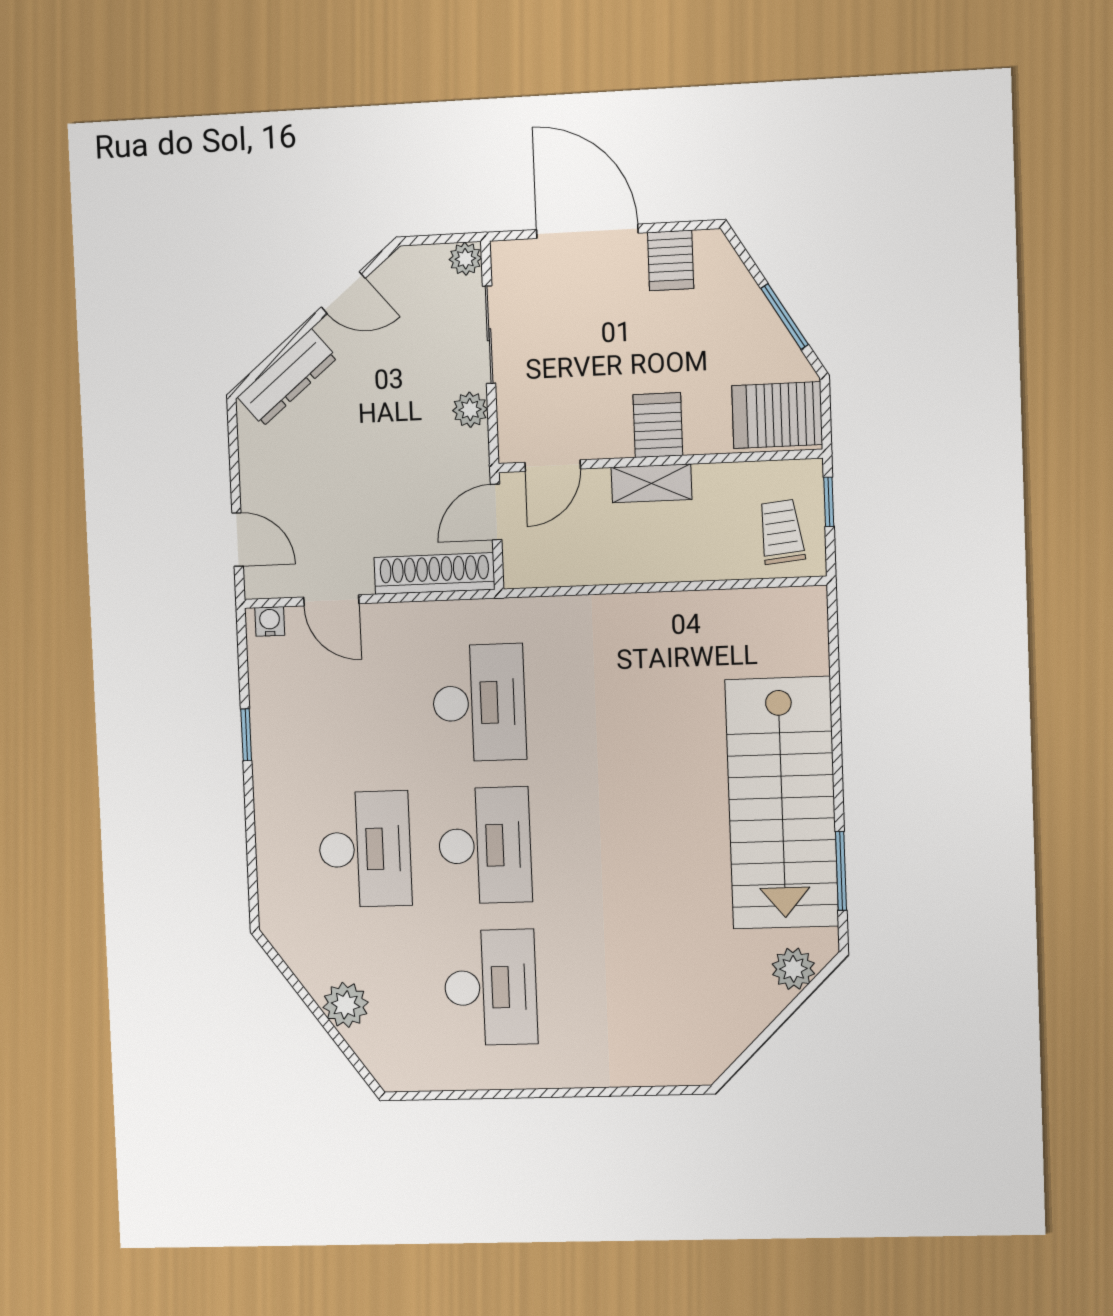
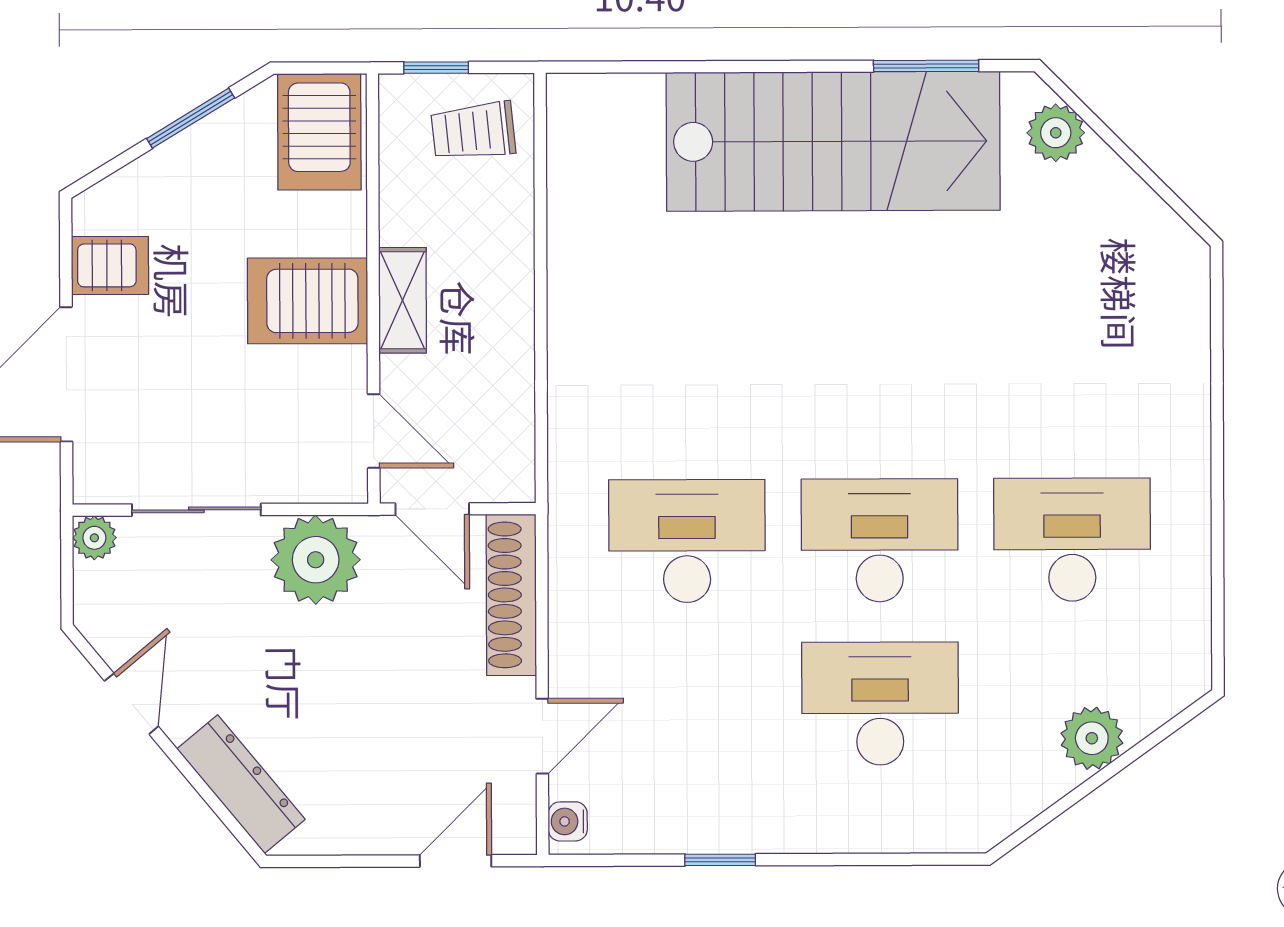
plant: (470, 410) -> (316, 560), width x1.88, depth x1.88
server rack: (658, 425) -> (308, 301), width x1.36, depth x1.44

